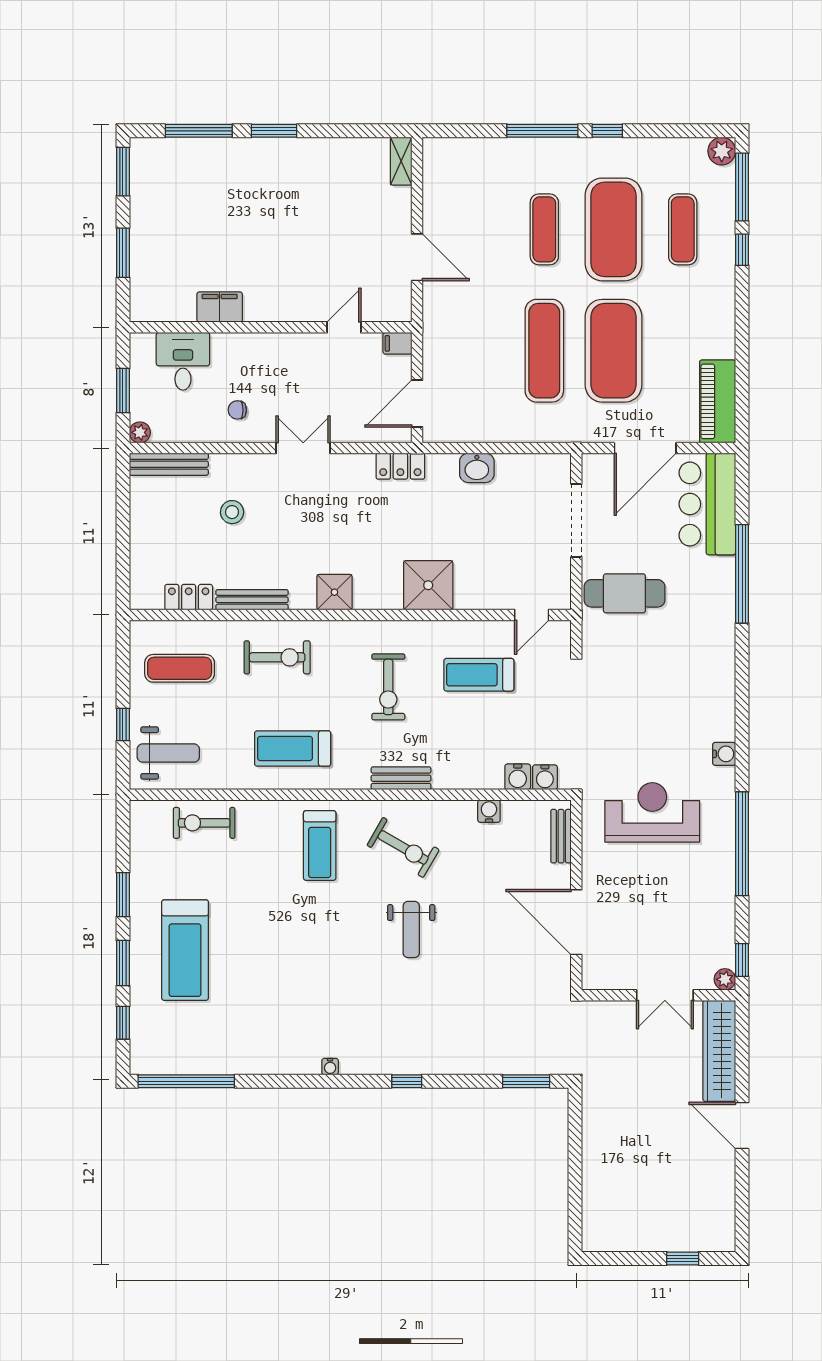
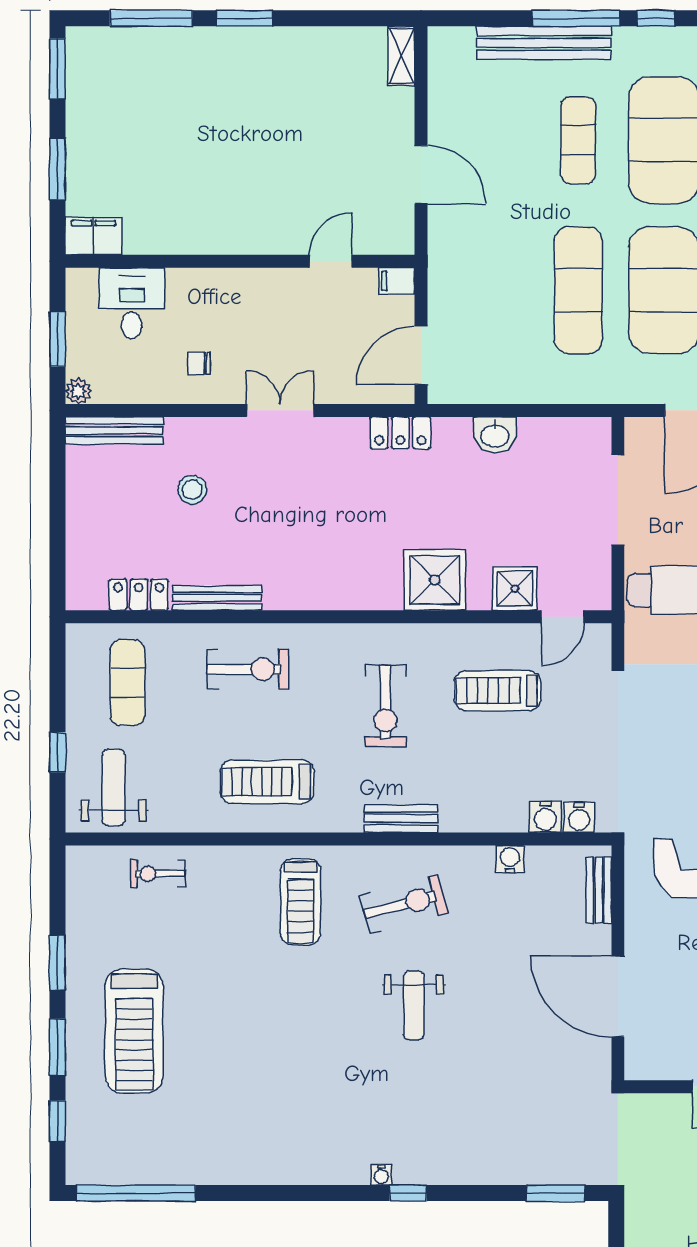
bench: (516, 151) -> (544, 43), added
filing cabinet: (220, 307) -> (93, 236), moved
shower: (334, 592) -> (515, 589), moved
exercise mat: (180, 668) -> (127, 683), turned 90
weight bench: (168, 753) -> (114, 787), turned -90
exercise bike: (204, 823) -> (158, 874), width x0.73, depth x0.72
exercise bike: (403, 847) -> (404, 904), turned -45
water cooler: (330, 1067) -> (381, 1175), moved

